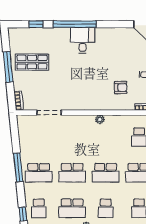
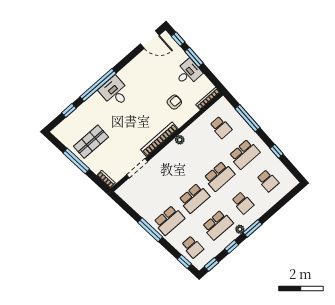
bookcase: (85, 106) -> (159, 139), added

